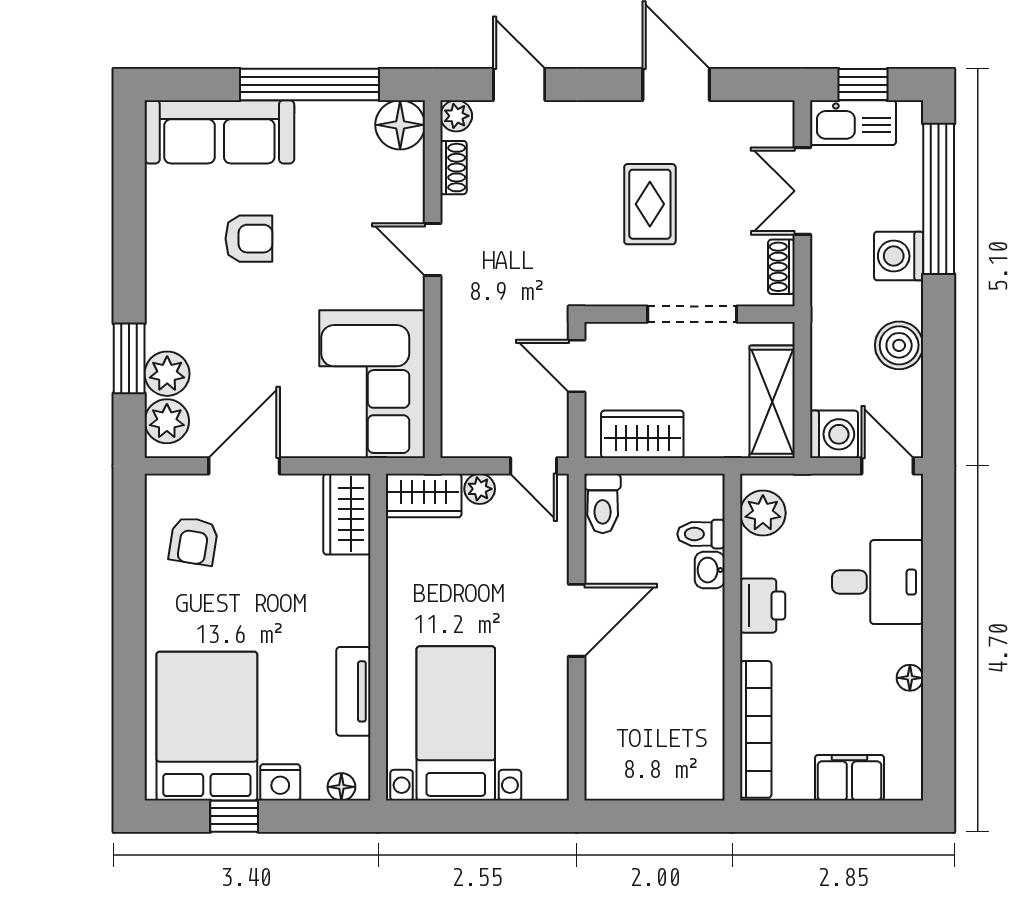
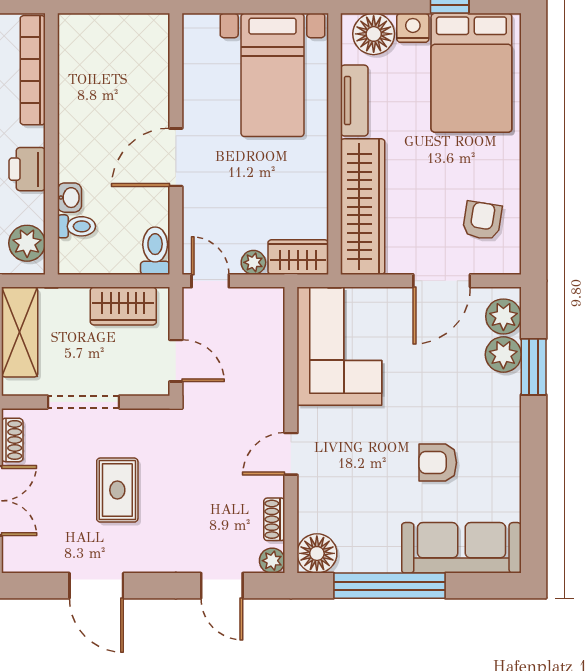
door: (433, 249) -> (291, 454), swing flipped
wardrobe: (347, 514) -> (363, 207), width x2.10, depth x1.17
floor lamp: (341, 787) -> (374, 34), width x1.89, depth x1.89

